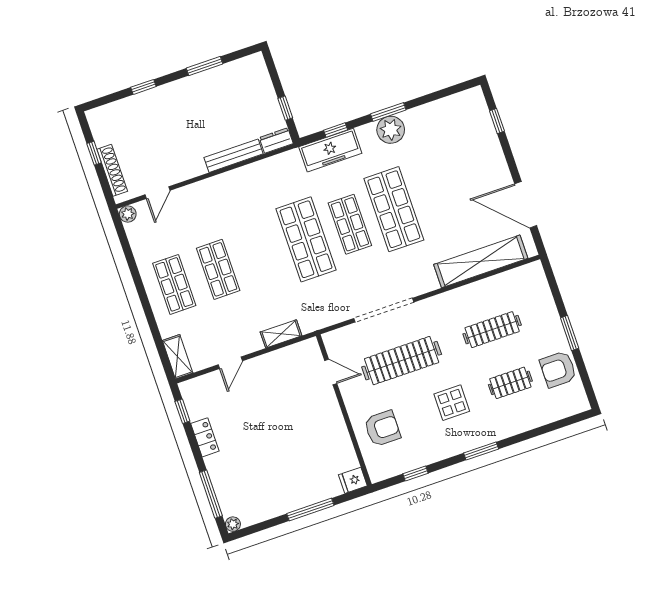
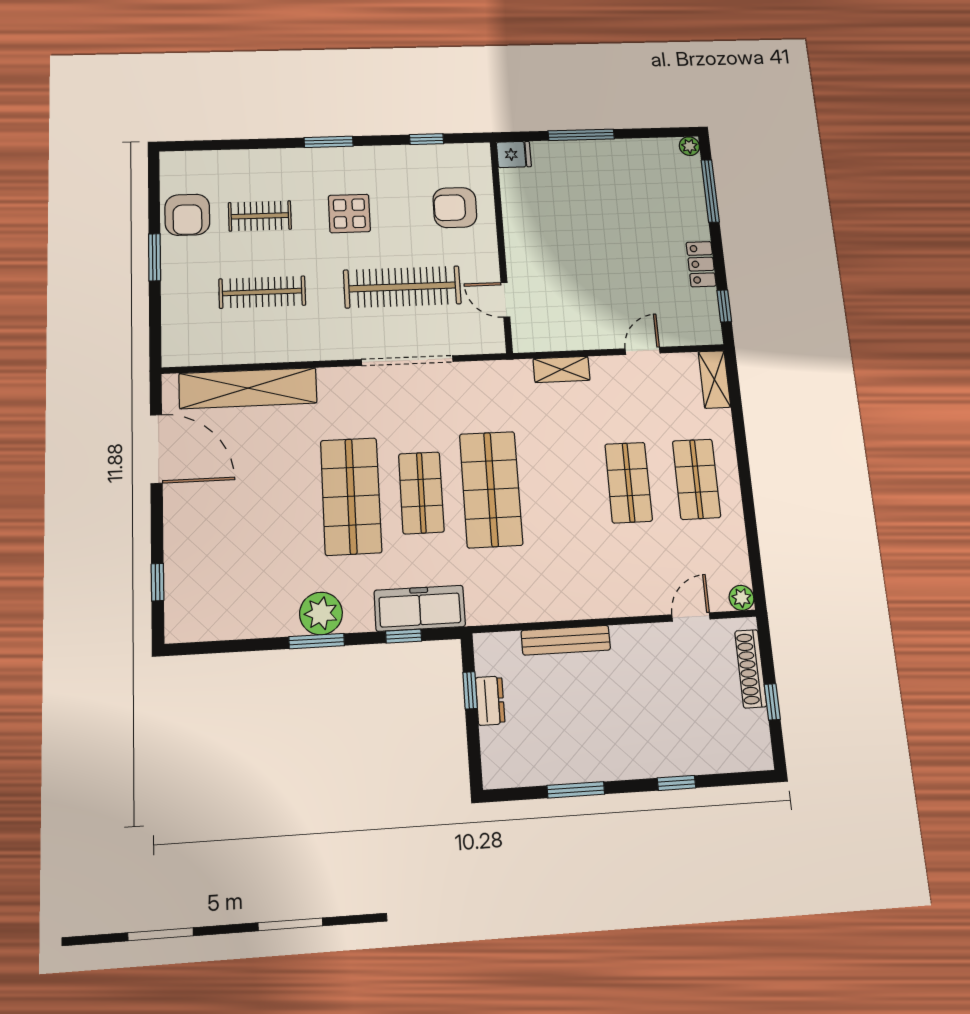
dresser: (276, 141) -> (490, 701), moved, turned -90
armchair: (558, 369) -> (187, 215), turned 90

